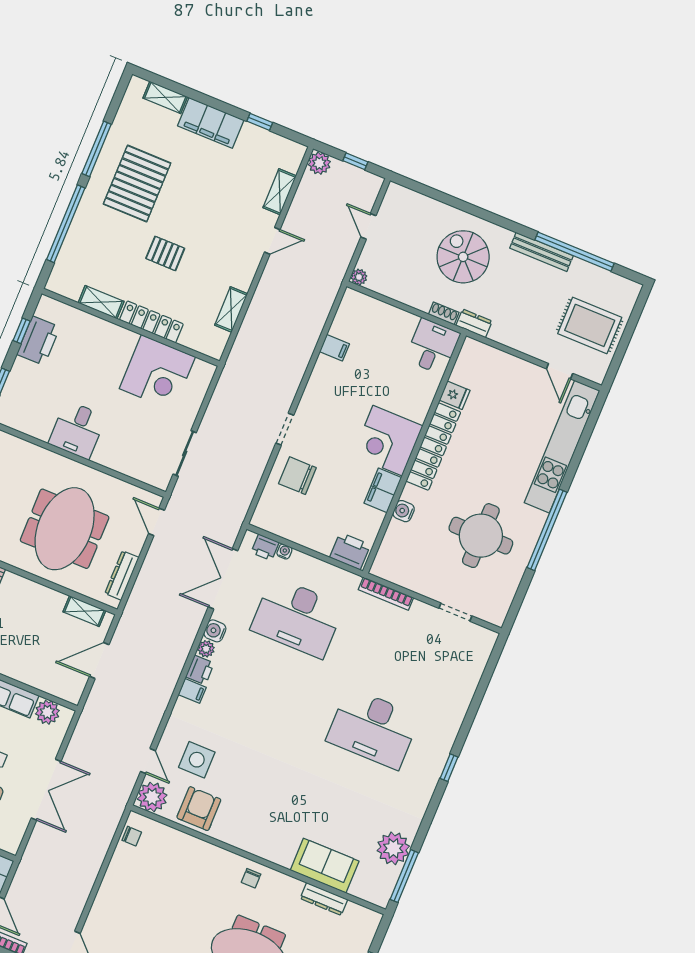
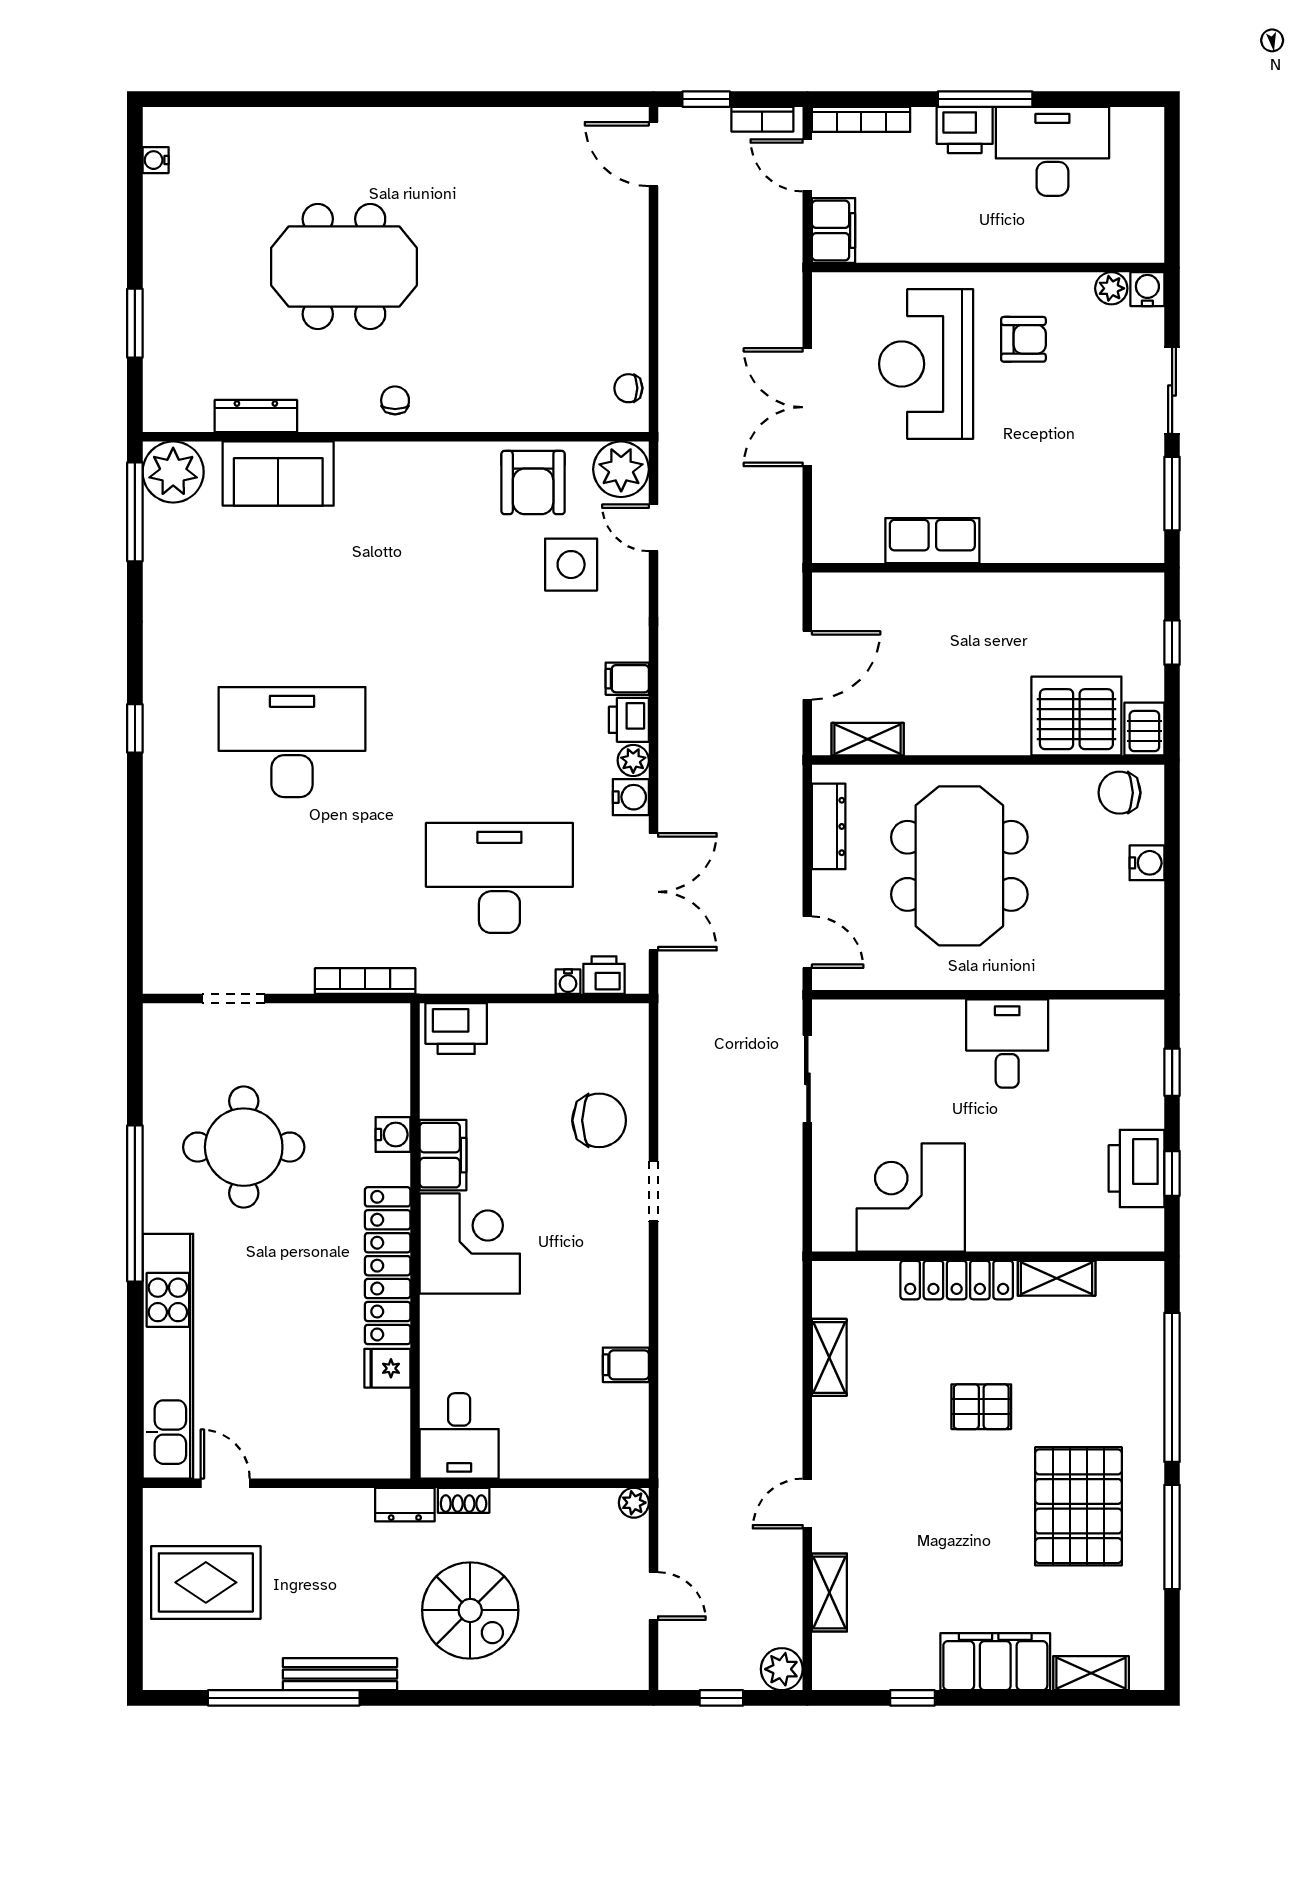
plant: (47, 712) -> (860, 540), removed
plant: (393, 848) -> (173, 472), moved

